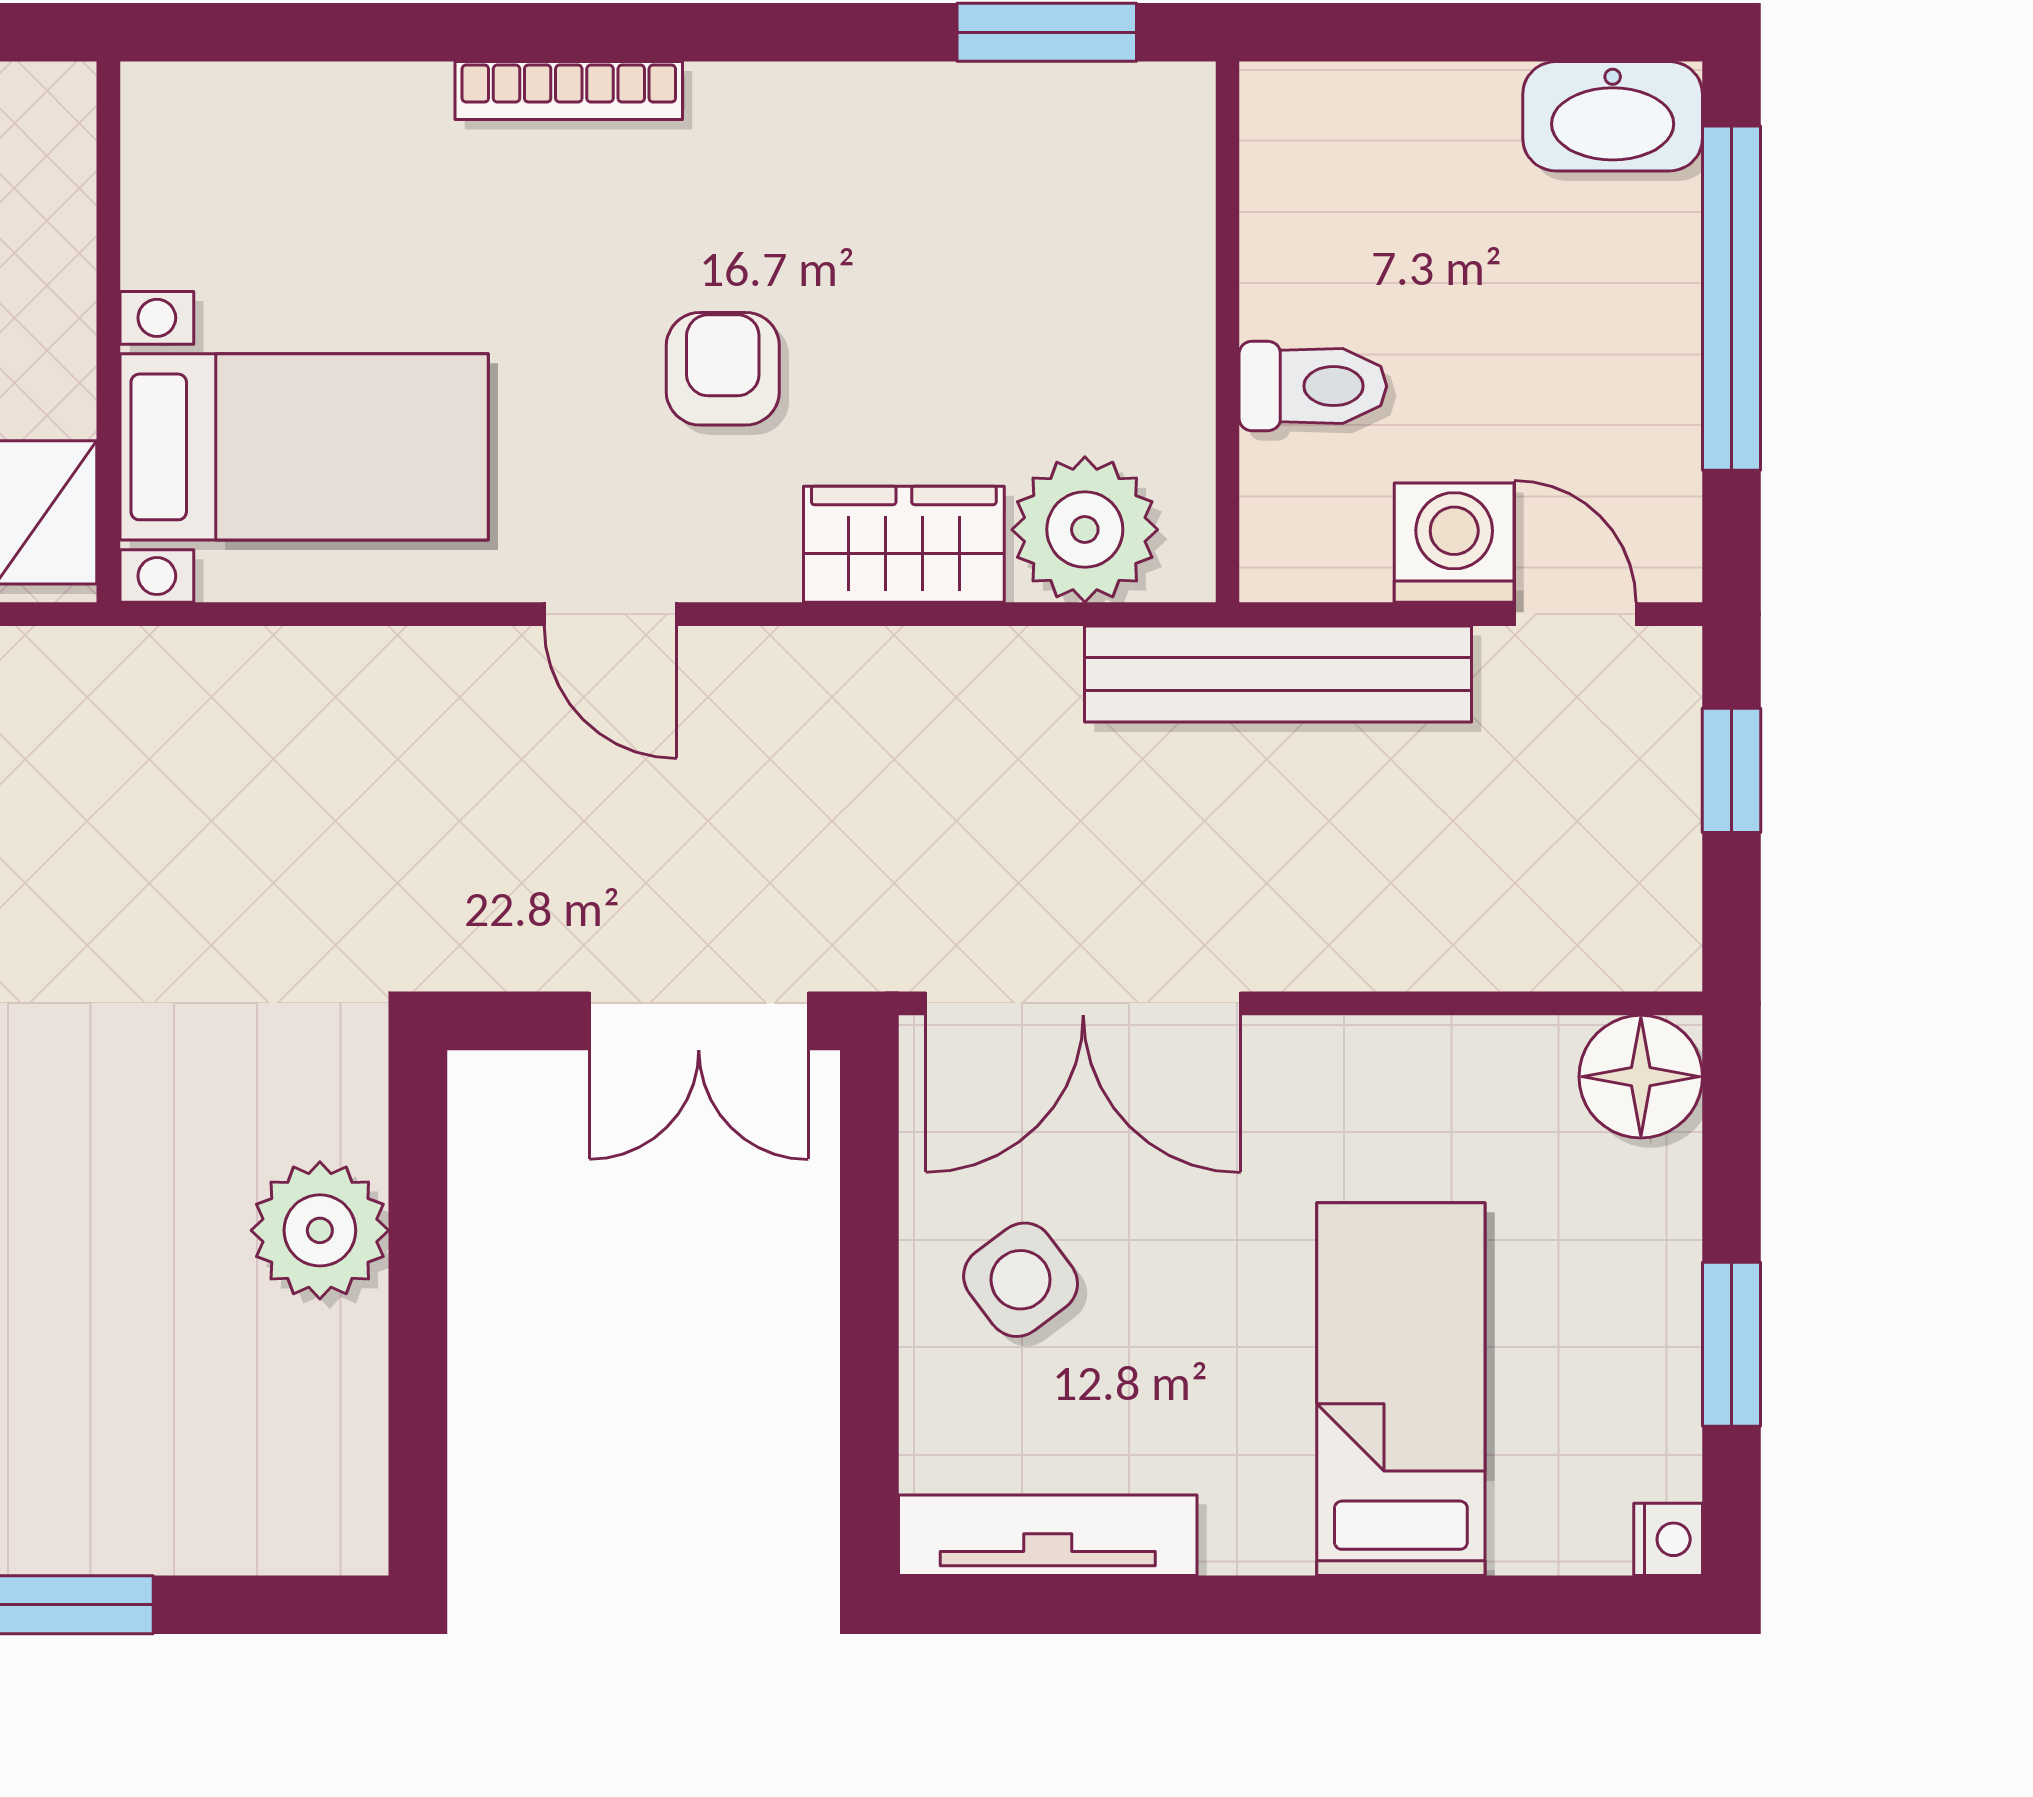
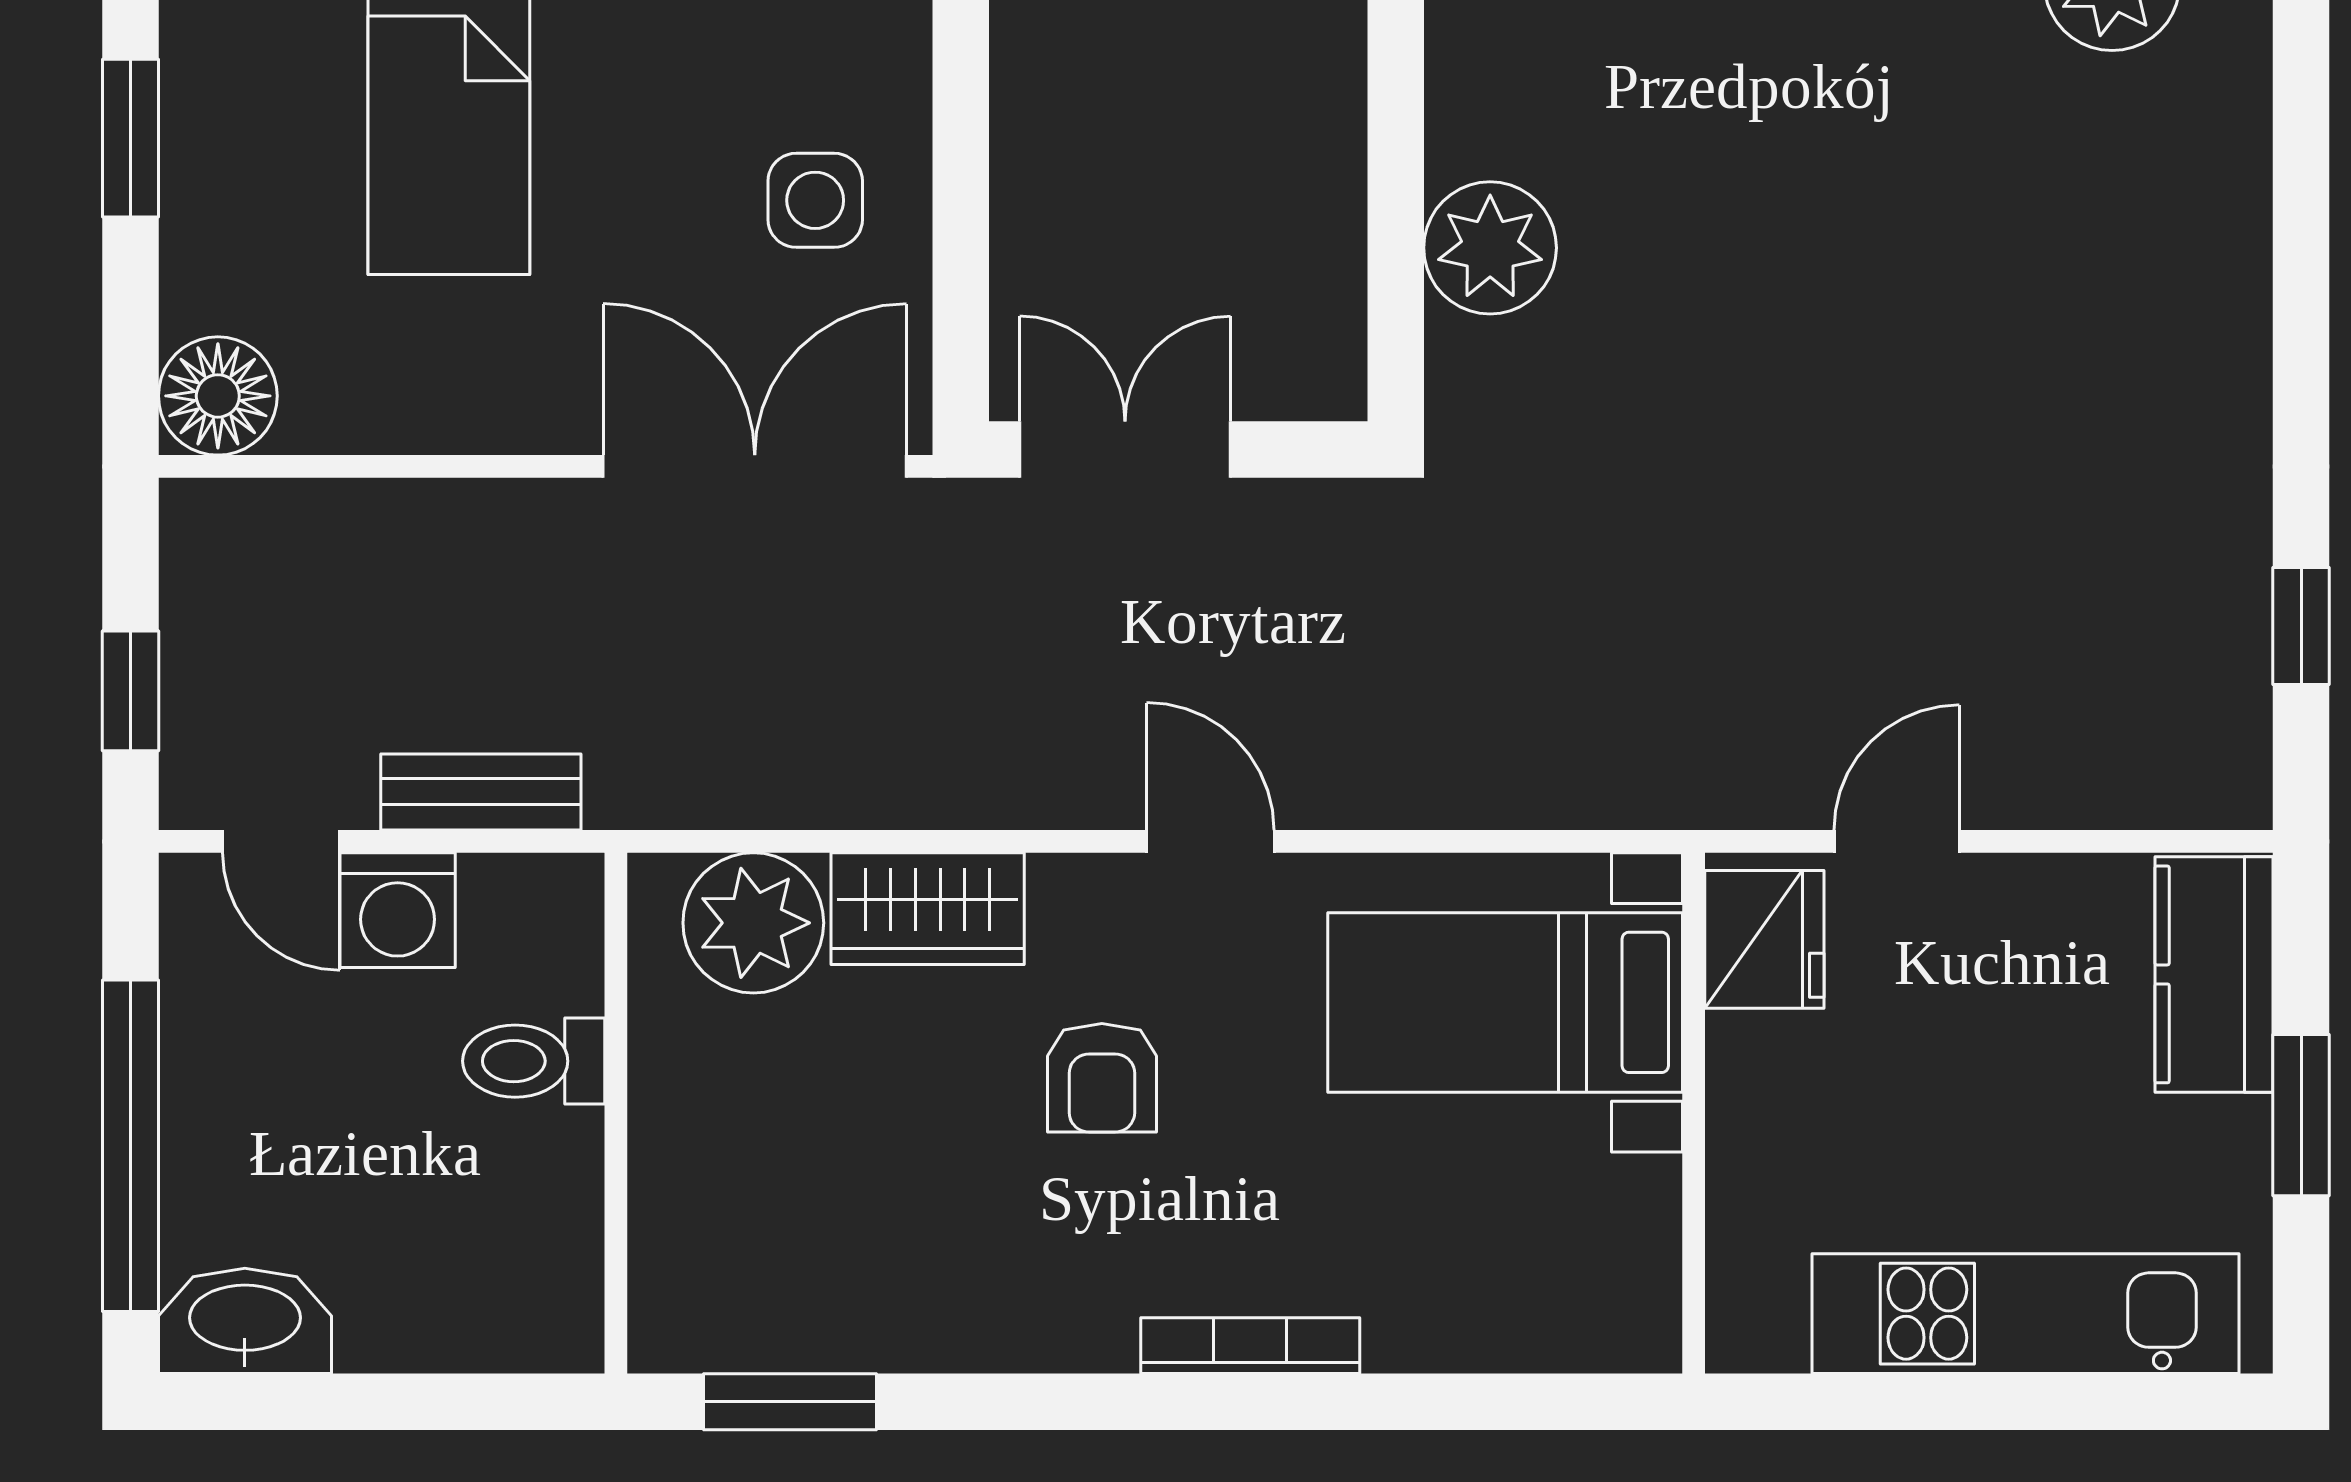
bench: (1278, 674) -> (481, 792), width x0.54, depth x0.82
side table: (1021, 1280) -> (815, 200), turned 37

